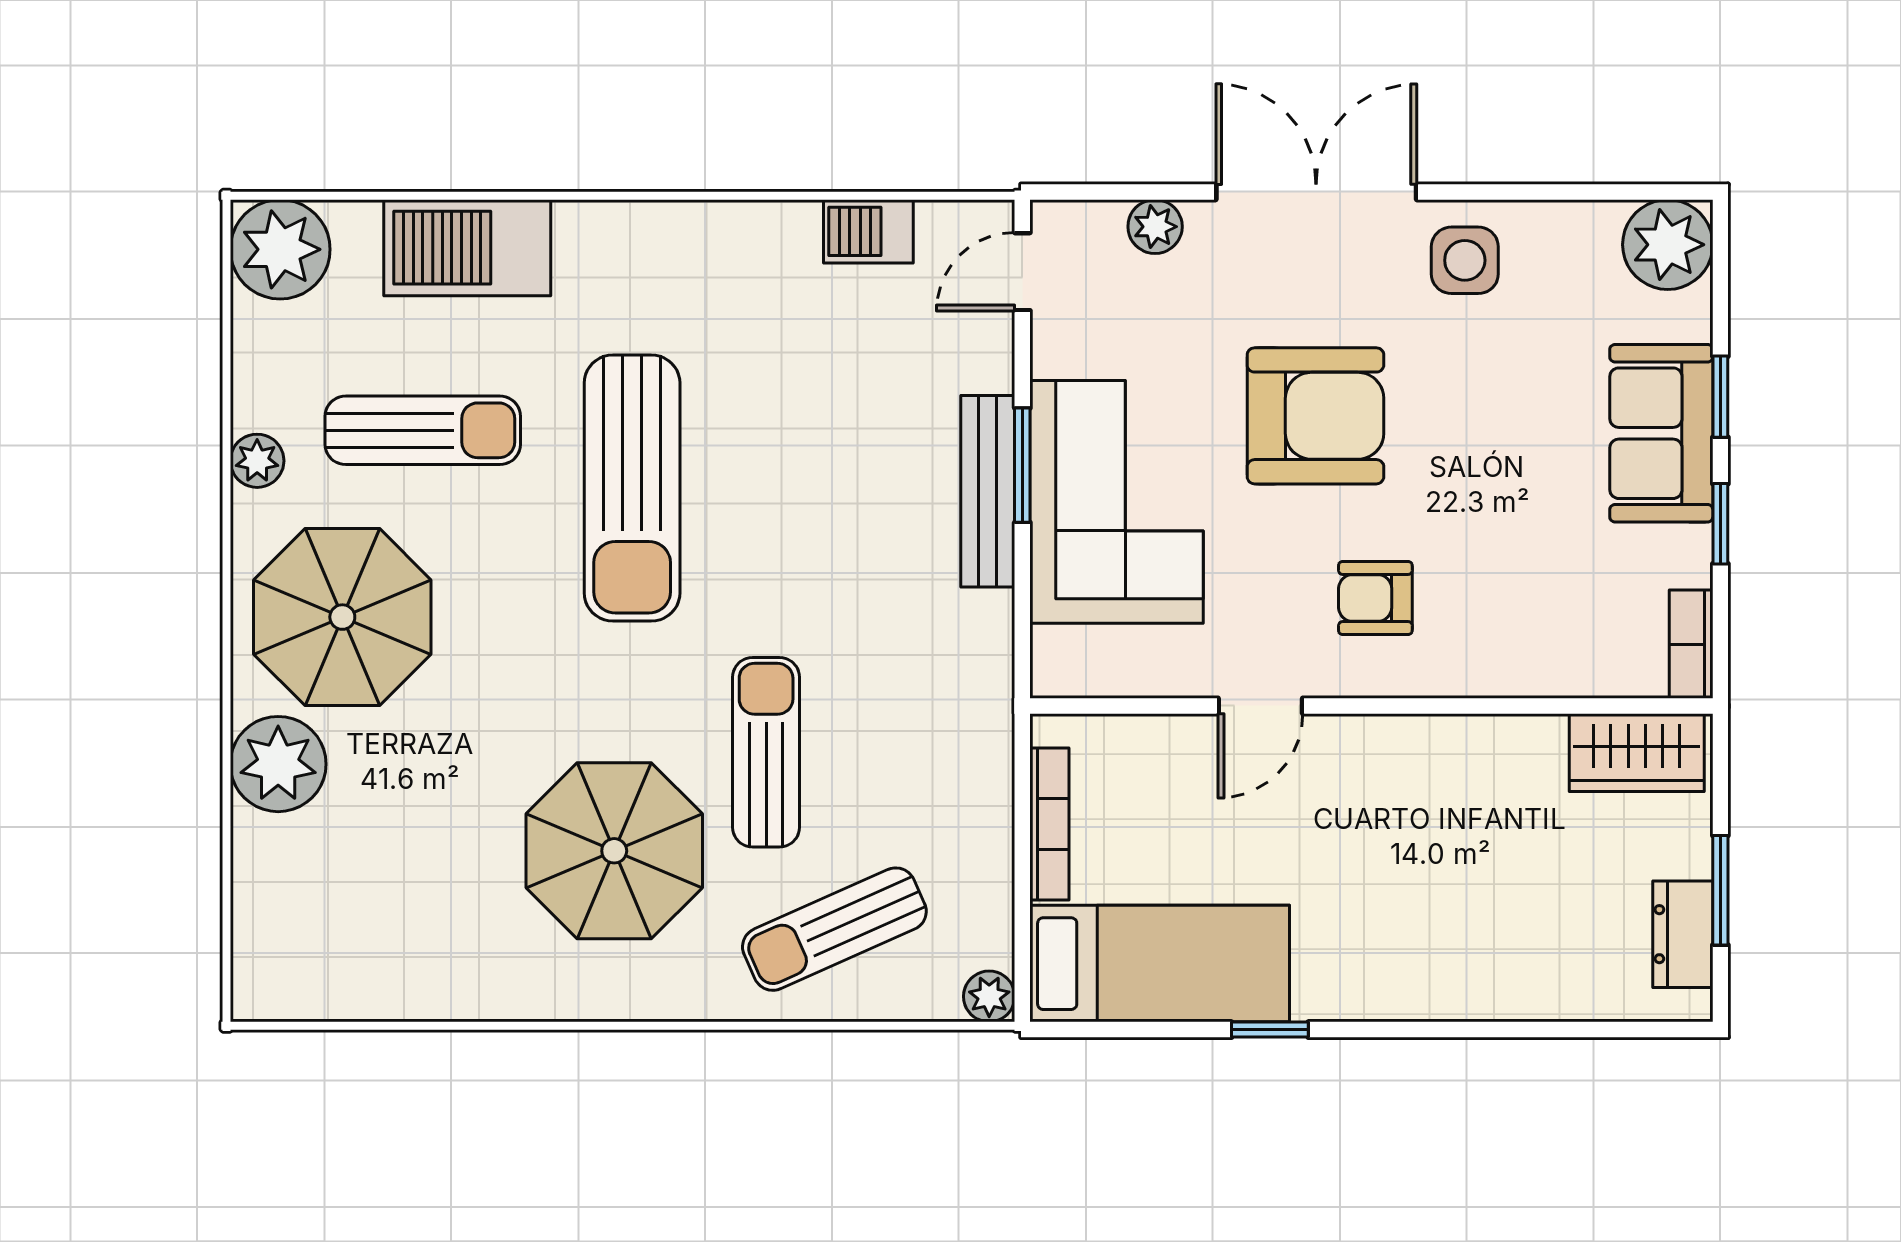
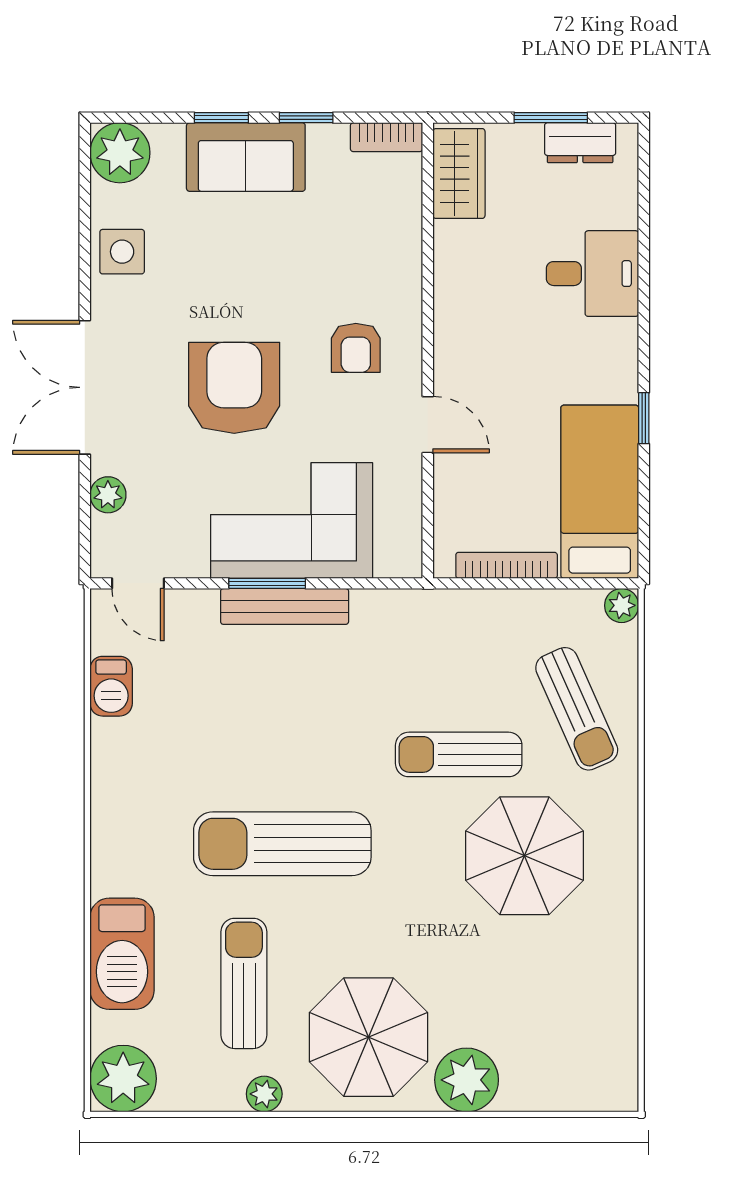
side table: (1465, 260) -> (122, 252), moved
sun lounger: (632, 488) -> (282, 844), turned 180
desk: (1487, 953) -> (592, 274), added

